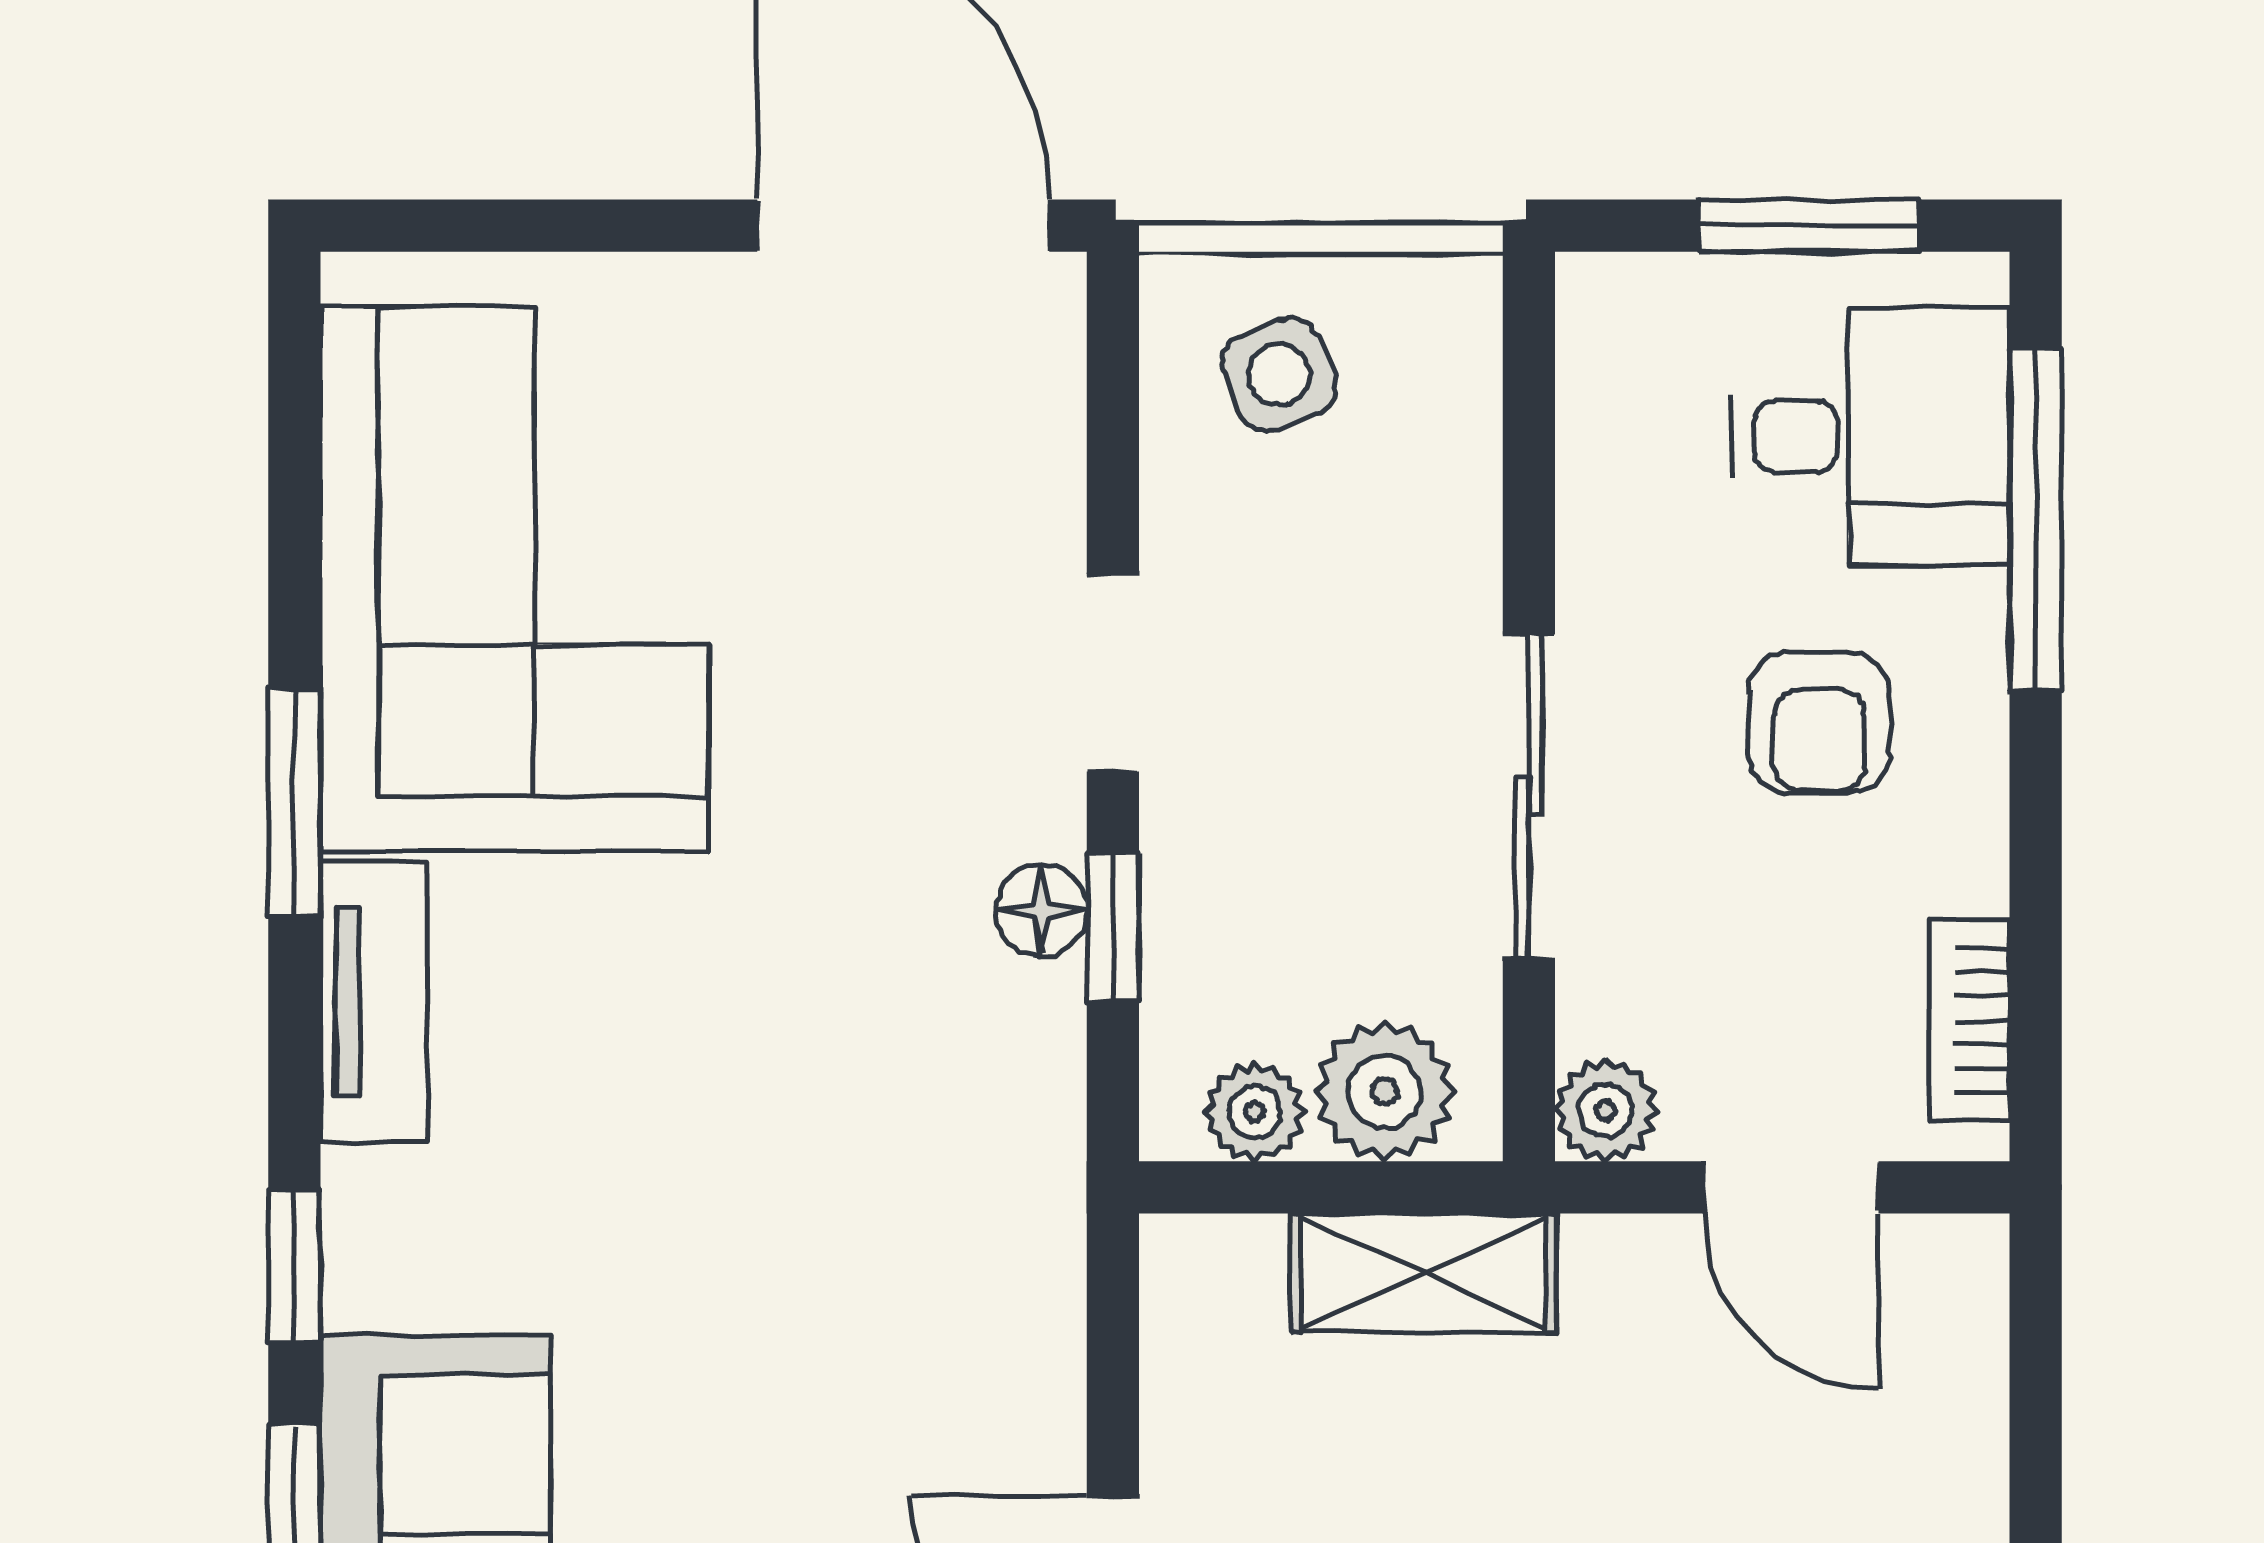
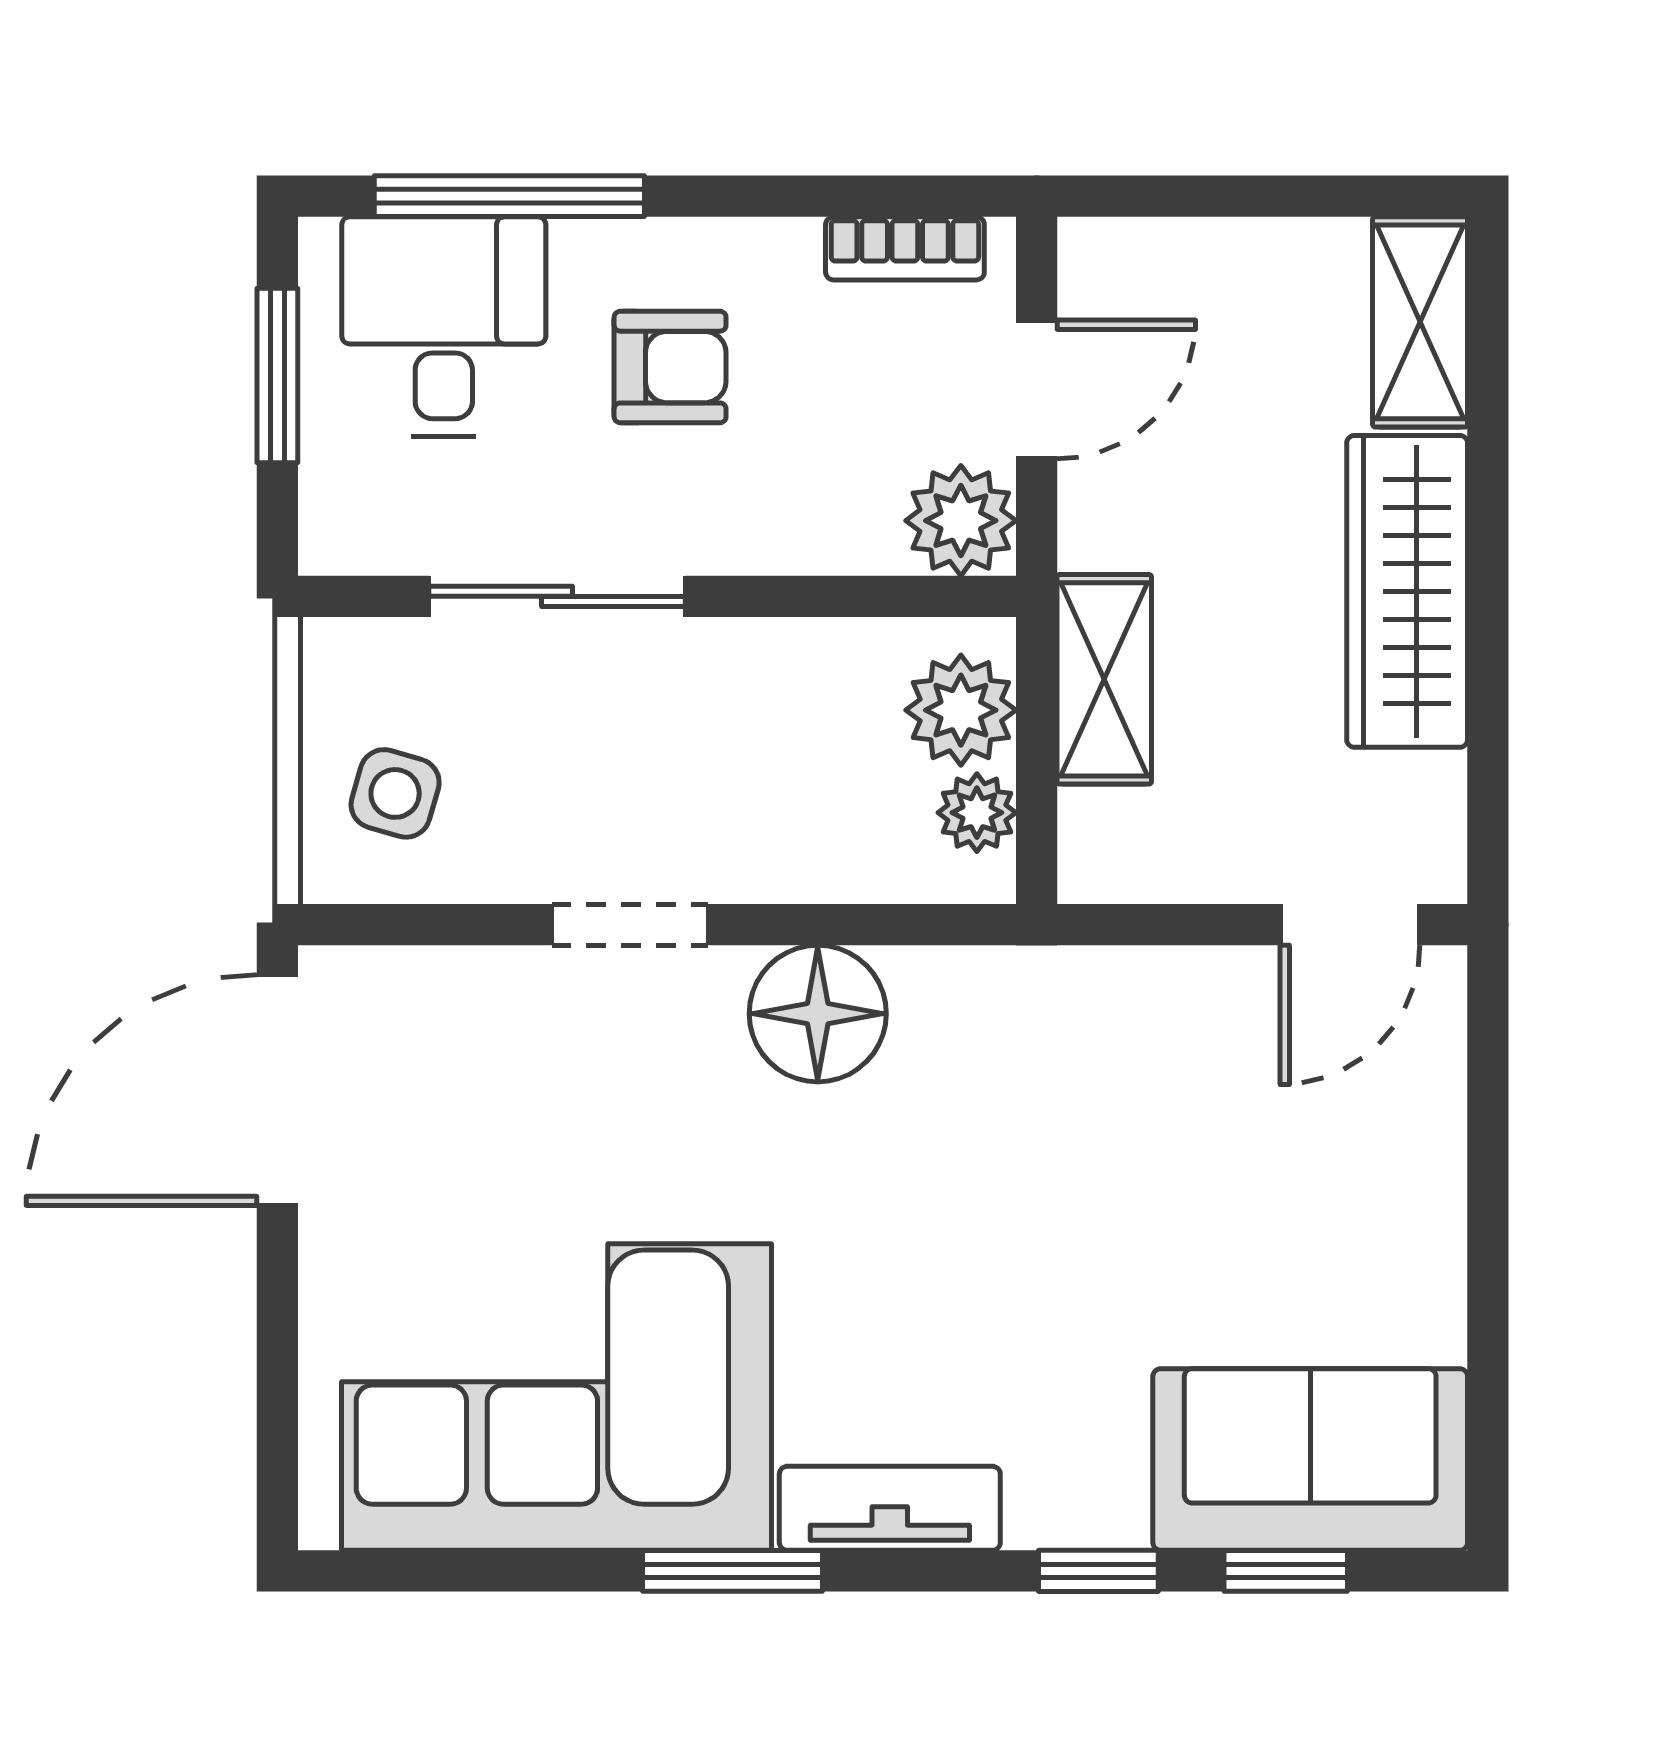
side table: (1279, 375) -> (395, 793), turned 38
sliding door: (1529, 796) -> (557, 596), moved
floor lamp: (1041, 910) -> (818, 1014), width x1.89, depth x1.89
window: (1113, 927) -> (831, 925), removed
plant: (1606, 1110) -> (961, 521), width x1.38, depth x1.38

